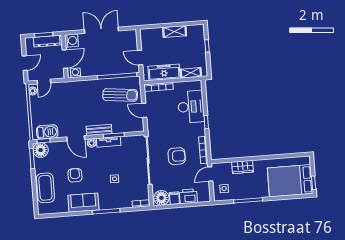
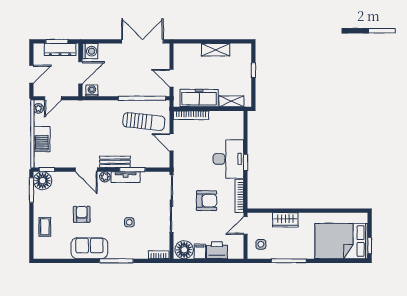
double door: (101, 30) -> (142, 41), moved
desk: (191, 107) -> (228, 159), moved
barbecue: (47, 132) -> (42, 139), moved, turned 90
coffee table: (45, 188) -> (45, 227), width x0.54, depth x0.58

